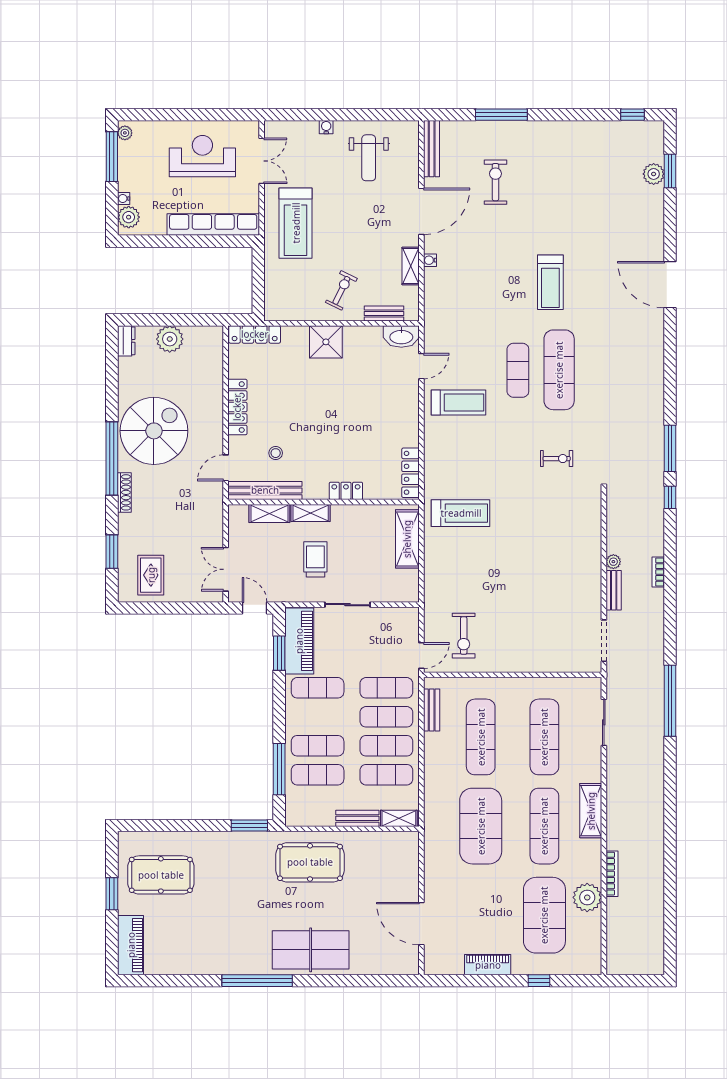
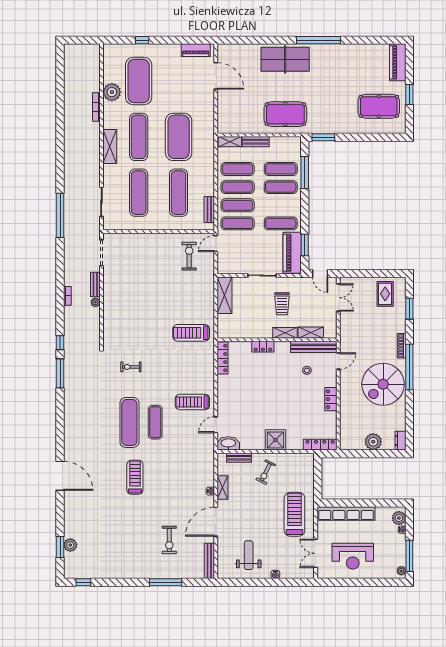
locker: (237, 407) -> (331, 399), width x0.66
shelving: (407, 539) -> (224, 295), moved
piano: (488, 965) -> (196, 50), moved

